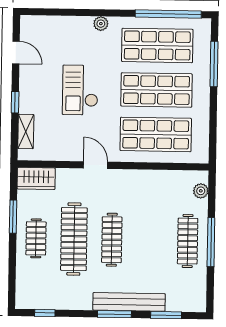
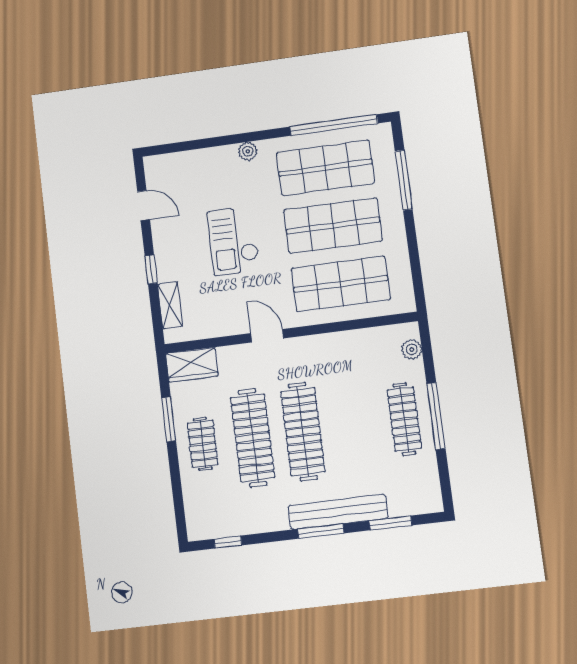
clothes rail: (112, 240) -> (303, 432), width x1.37, depth x1.31

